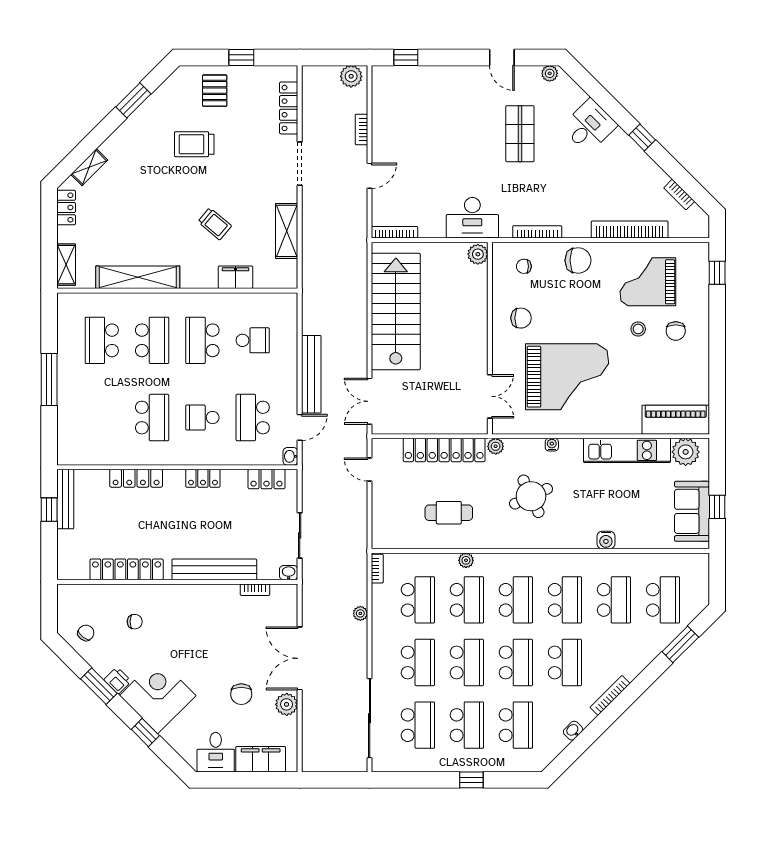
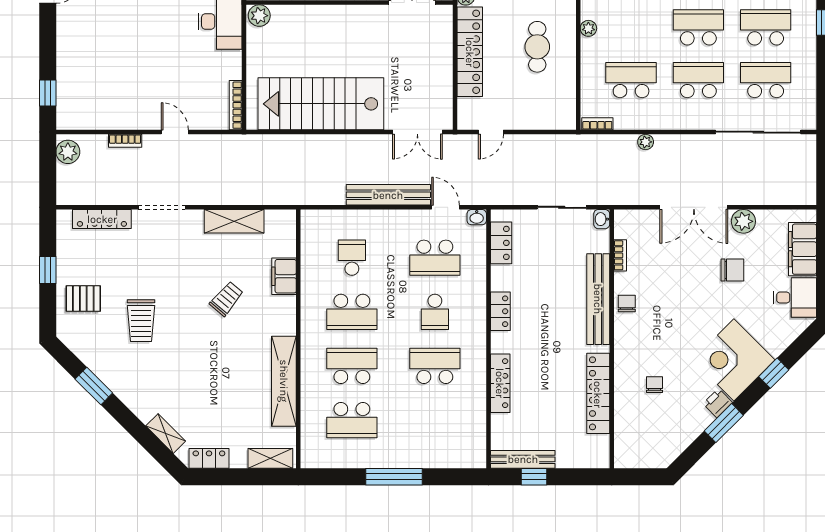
school desk: (467, 600) -> (631, 27), removed
chair: (86, 633) -> (627, 303), moved, turned 51

